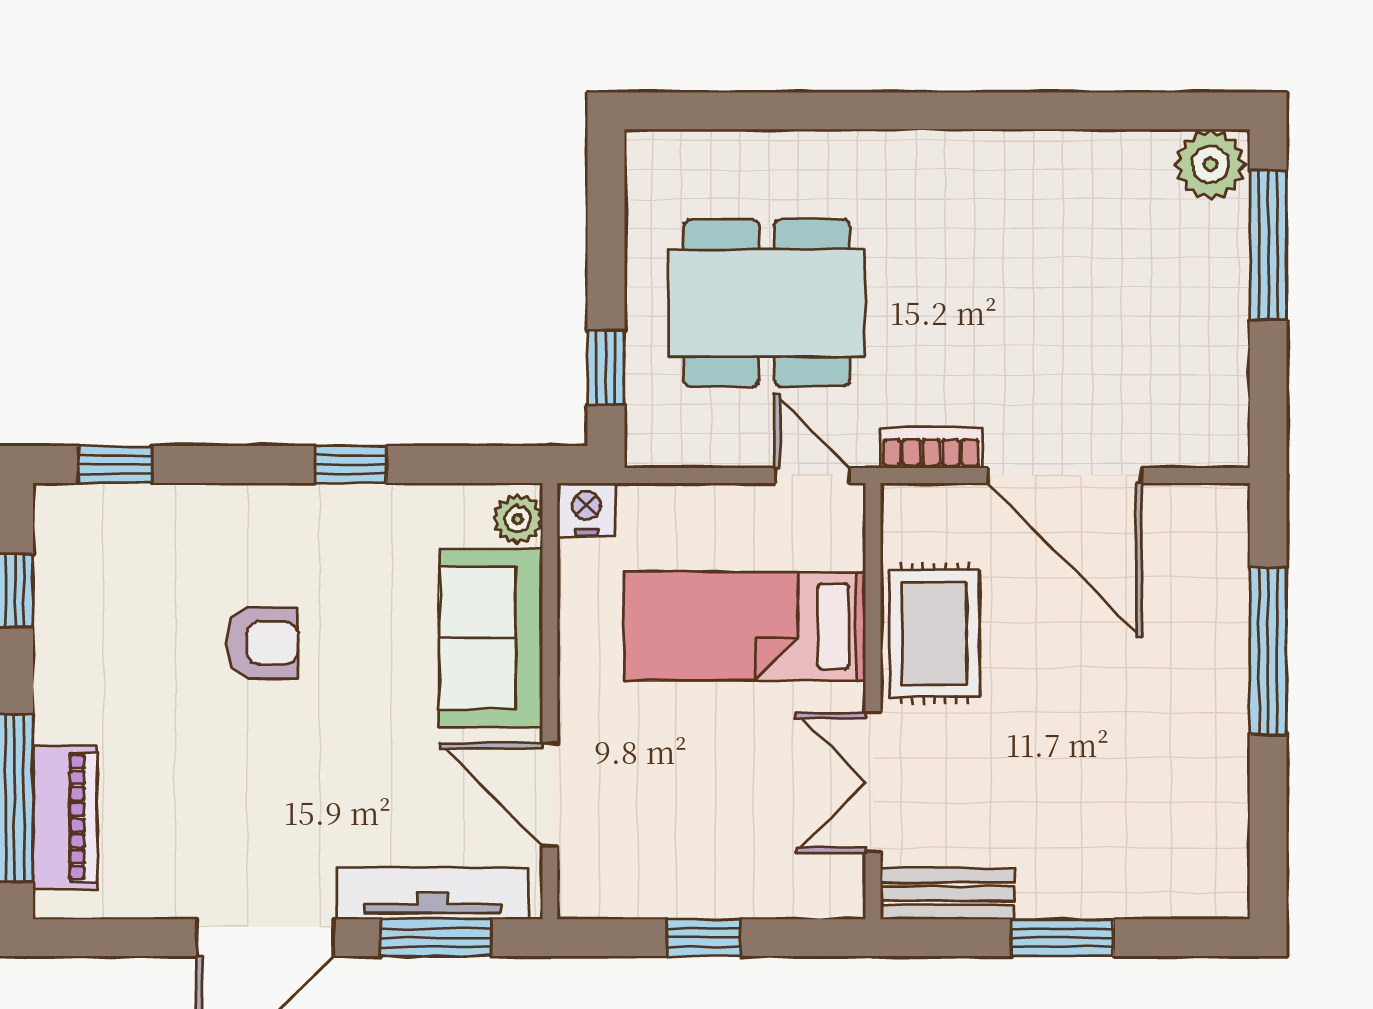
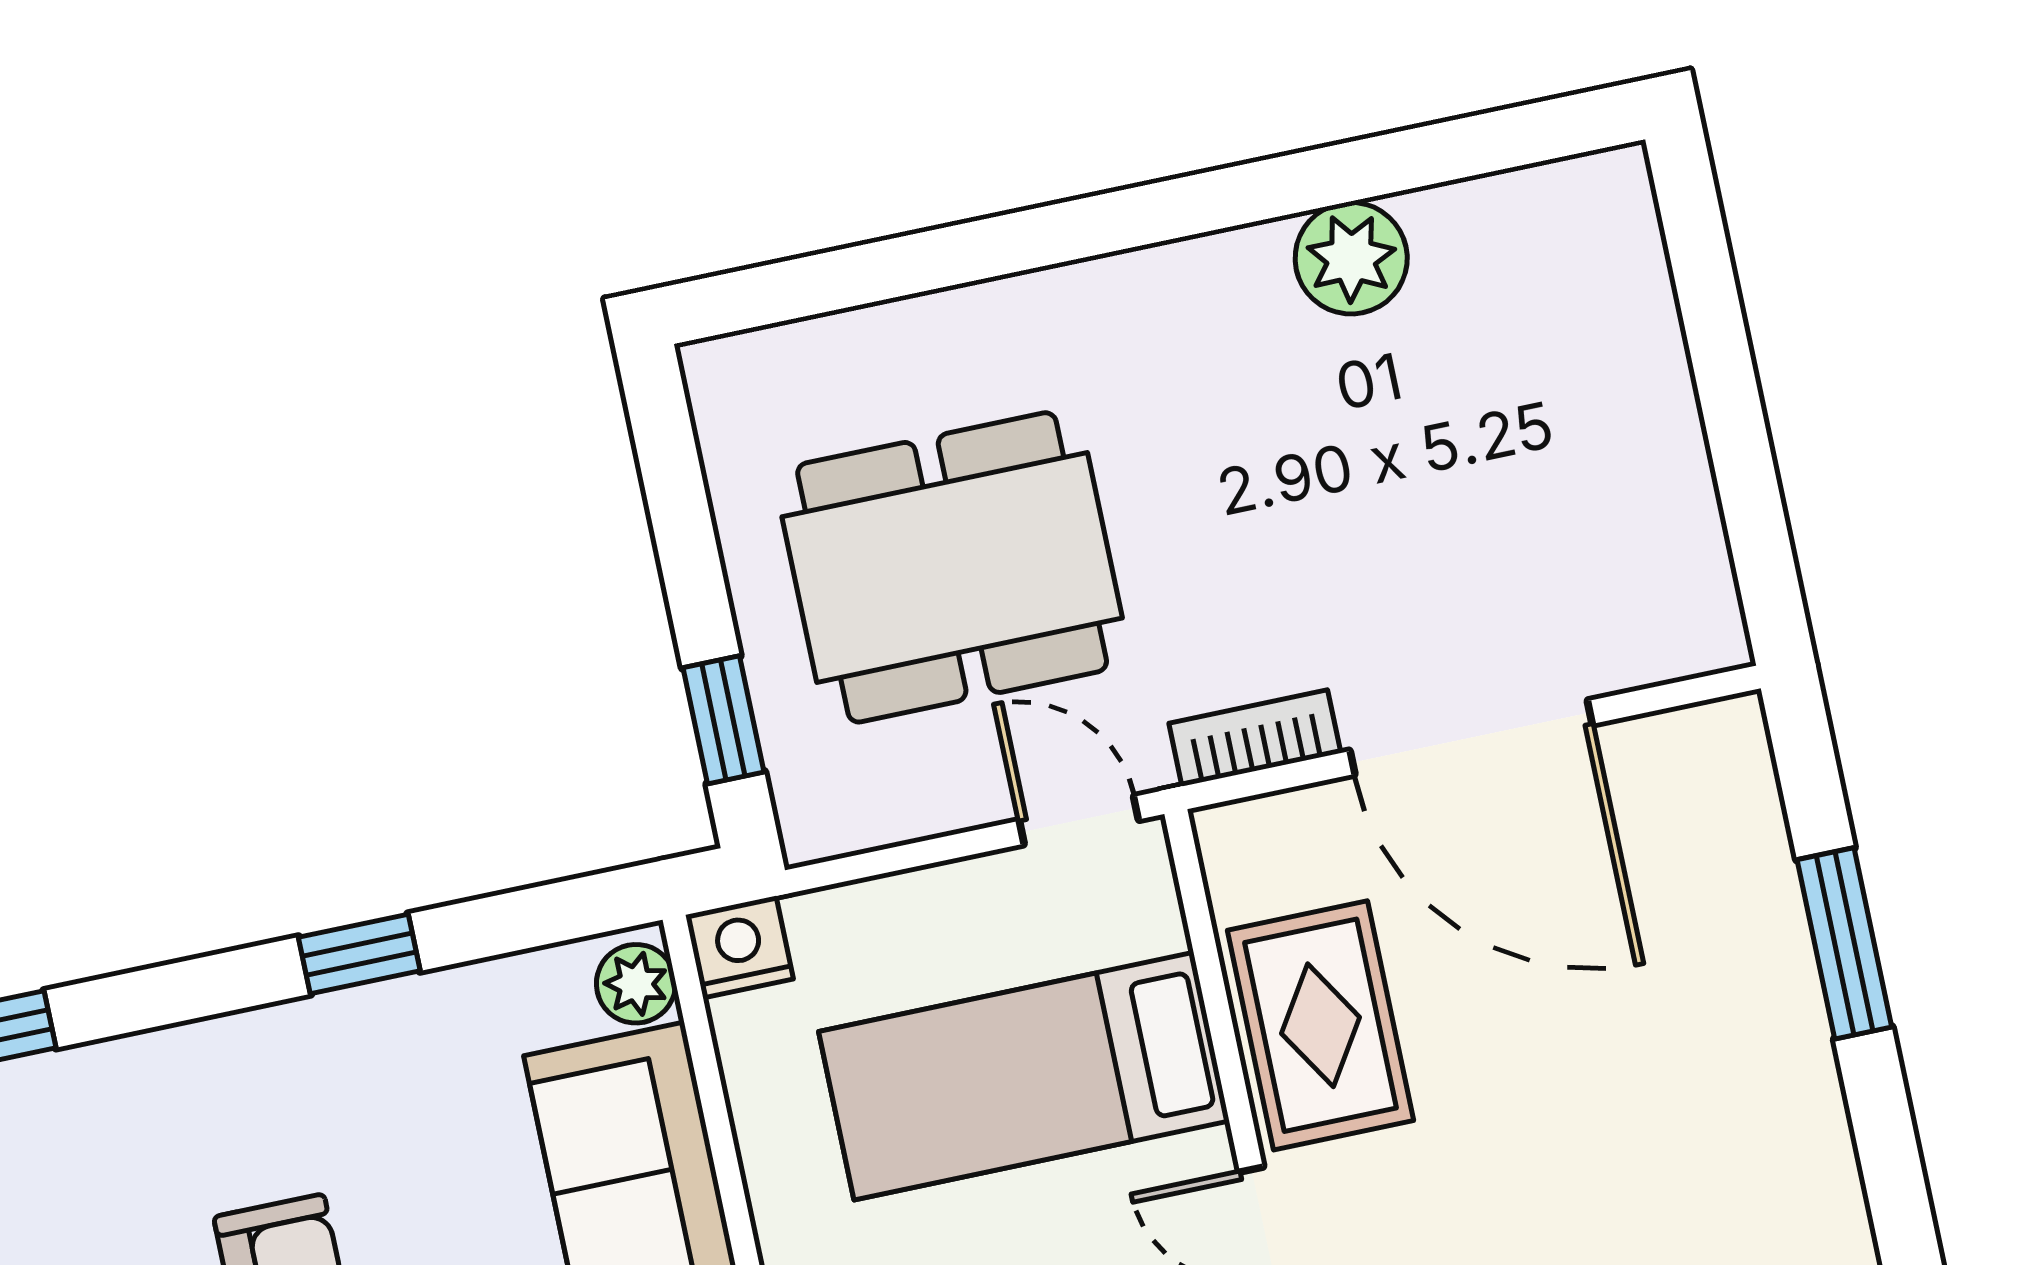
plant: (1210, 164) -> (1351, 258), moved
window: (1268, 245) -> (1712, 313), removed
window: (1268, 651) -> (1844, 943), width x0.69

